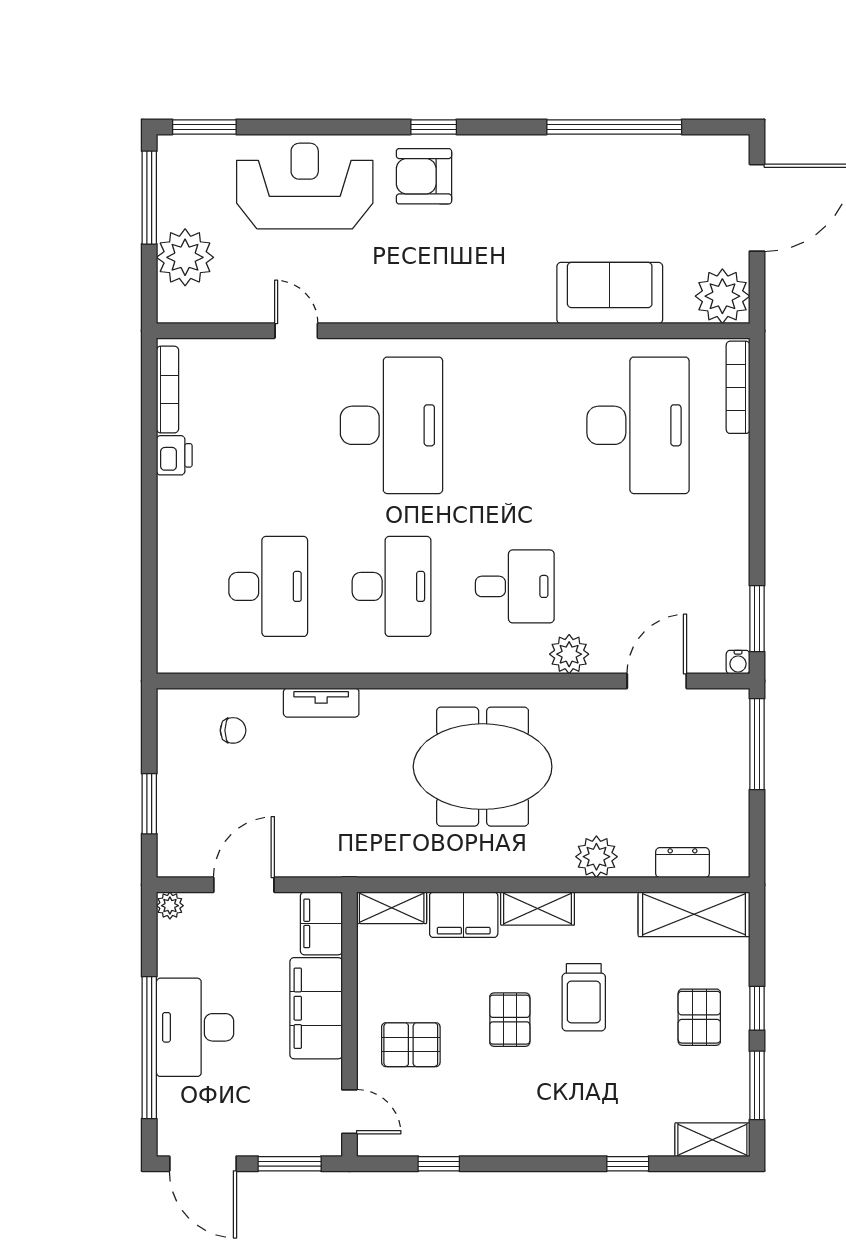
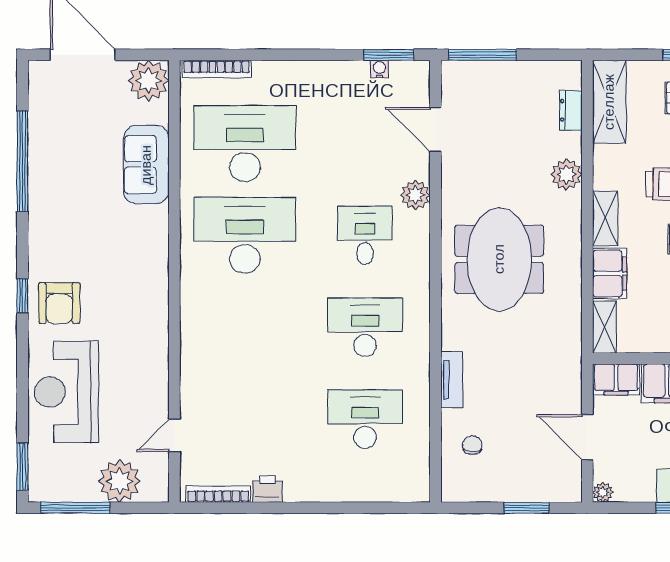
door: (296, 331) -> (174, 435), moved
desk: (391, 425) -> (245, 235), moved
water cooler: (738, 662) -> (379, 69), moved, turned -90

